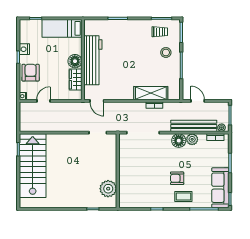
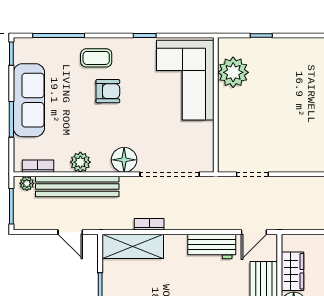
workbench: (120, 93) -> (212, 246), added
shelving: (151, 93) -> (133, 246), moved
door: (97, 101) -> (254, 232), swing flipped
floor lamp: (179, 141) -> (124, 160), moved
corner sofa: (135, 184) -> (185, 80), added
sofa: (220, 188) -> (29, 100), moved

